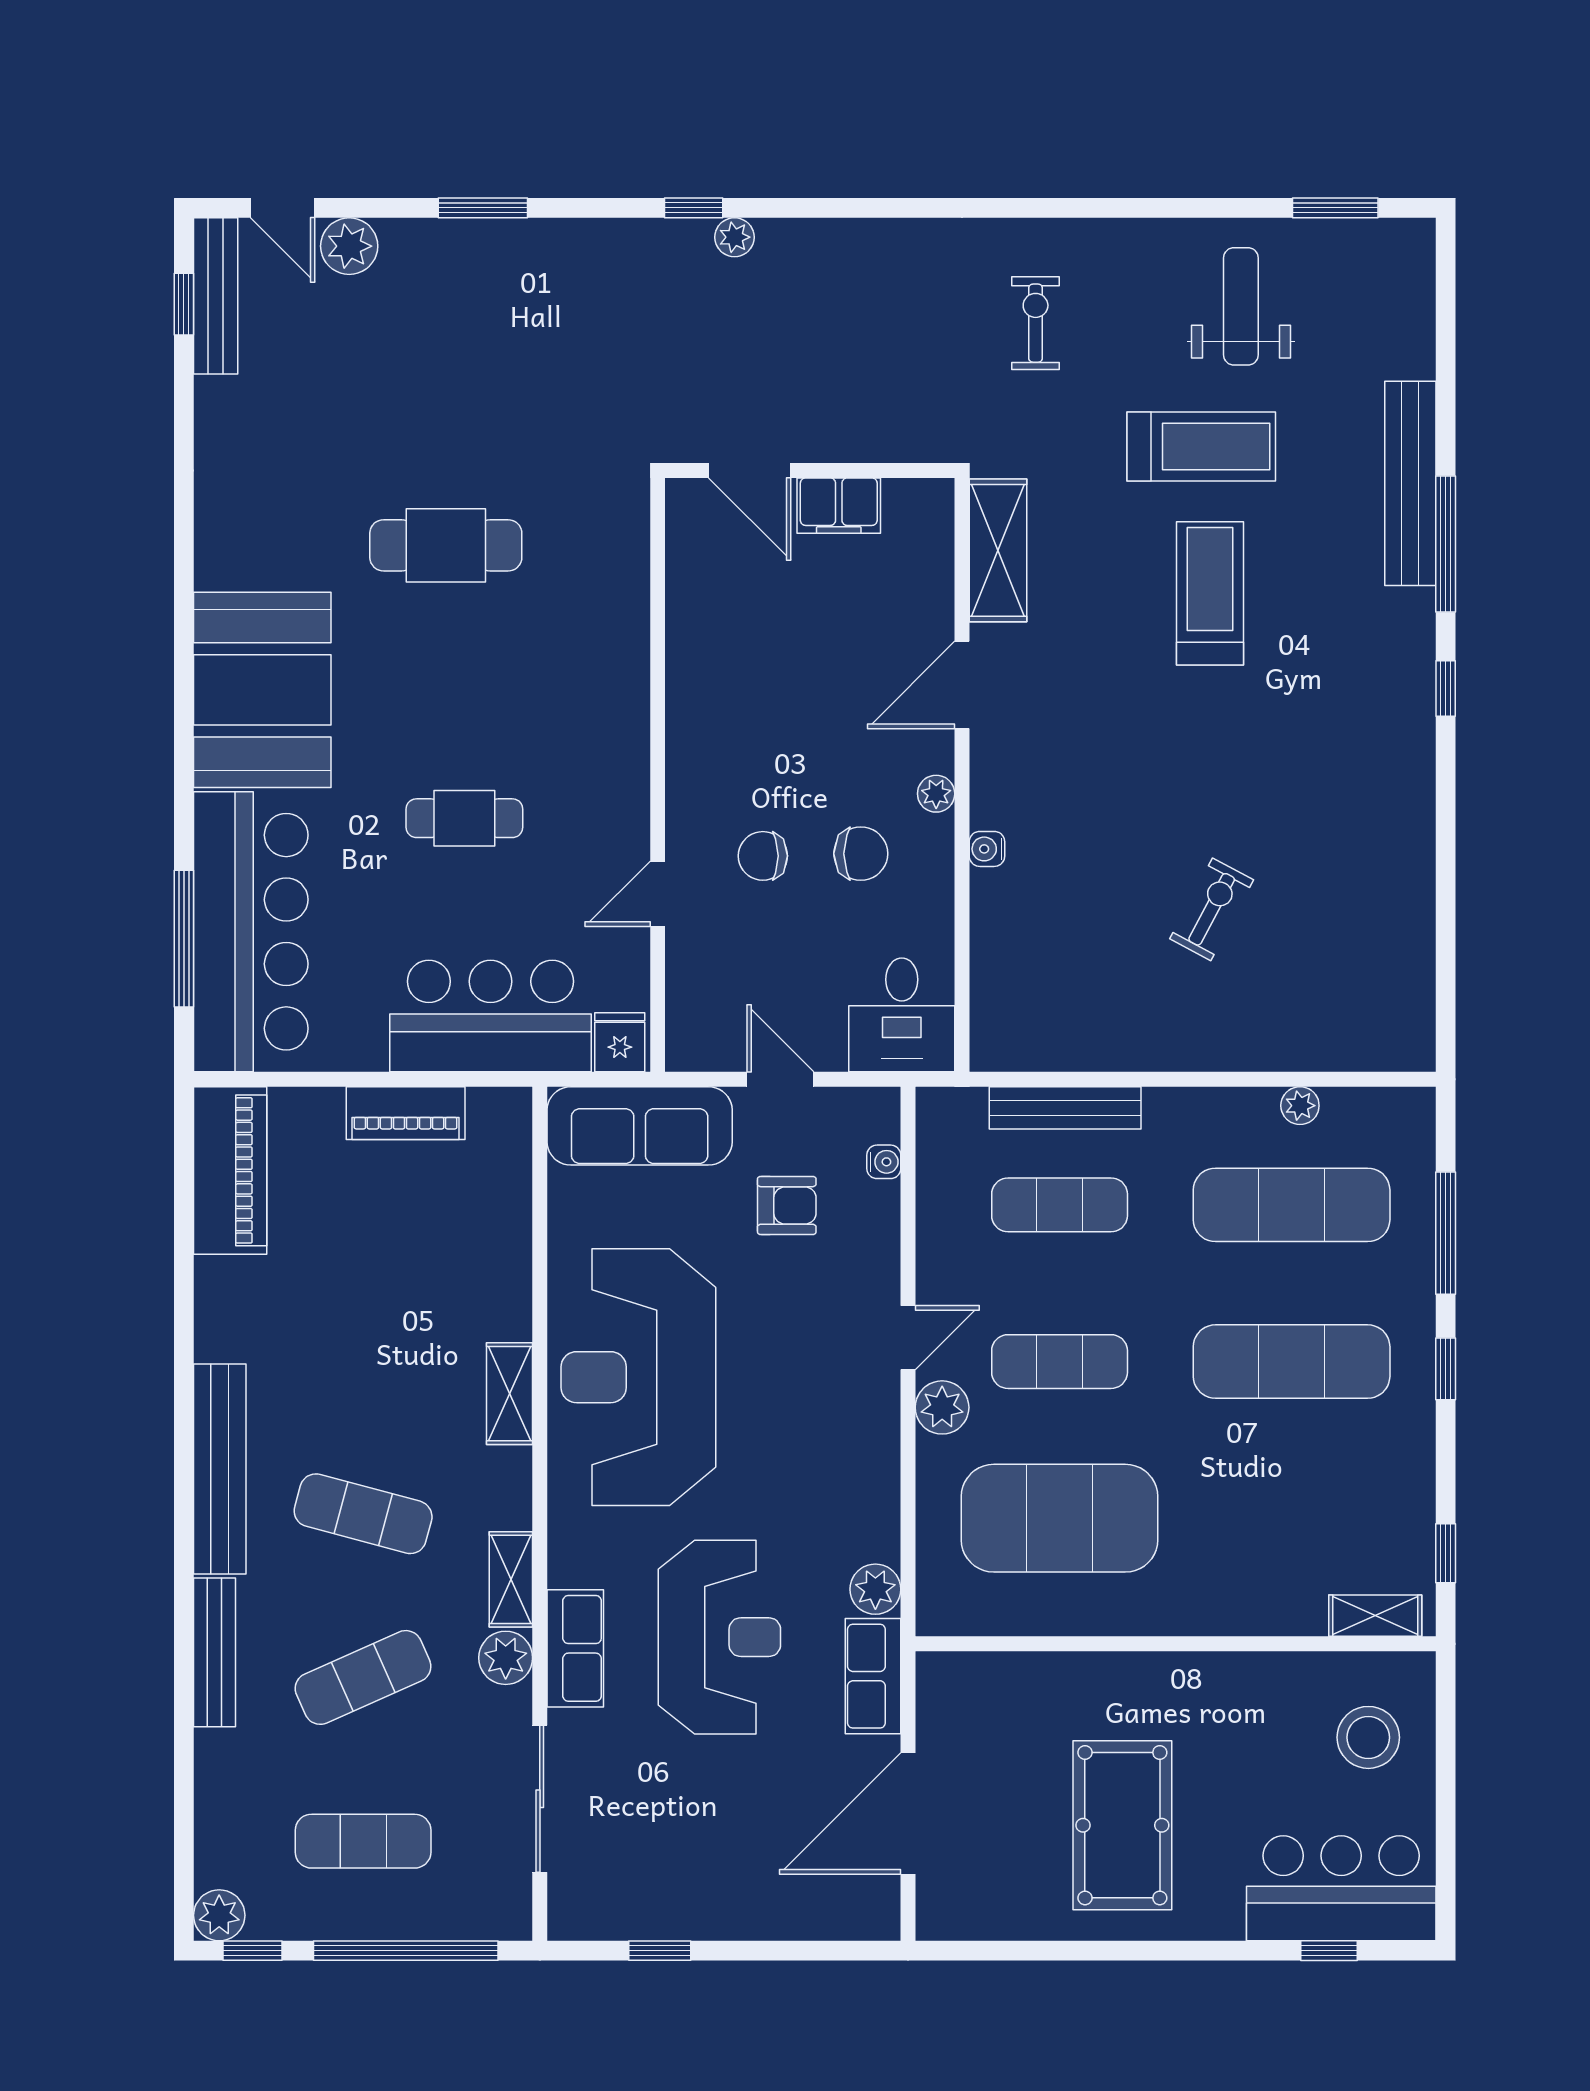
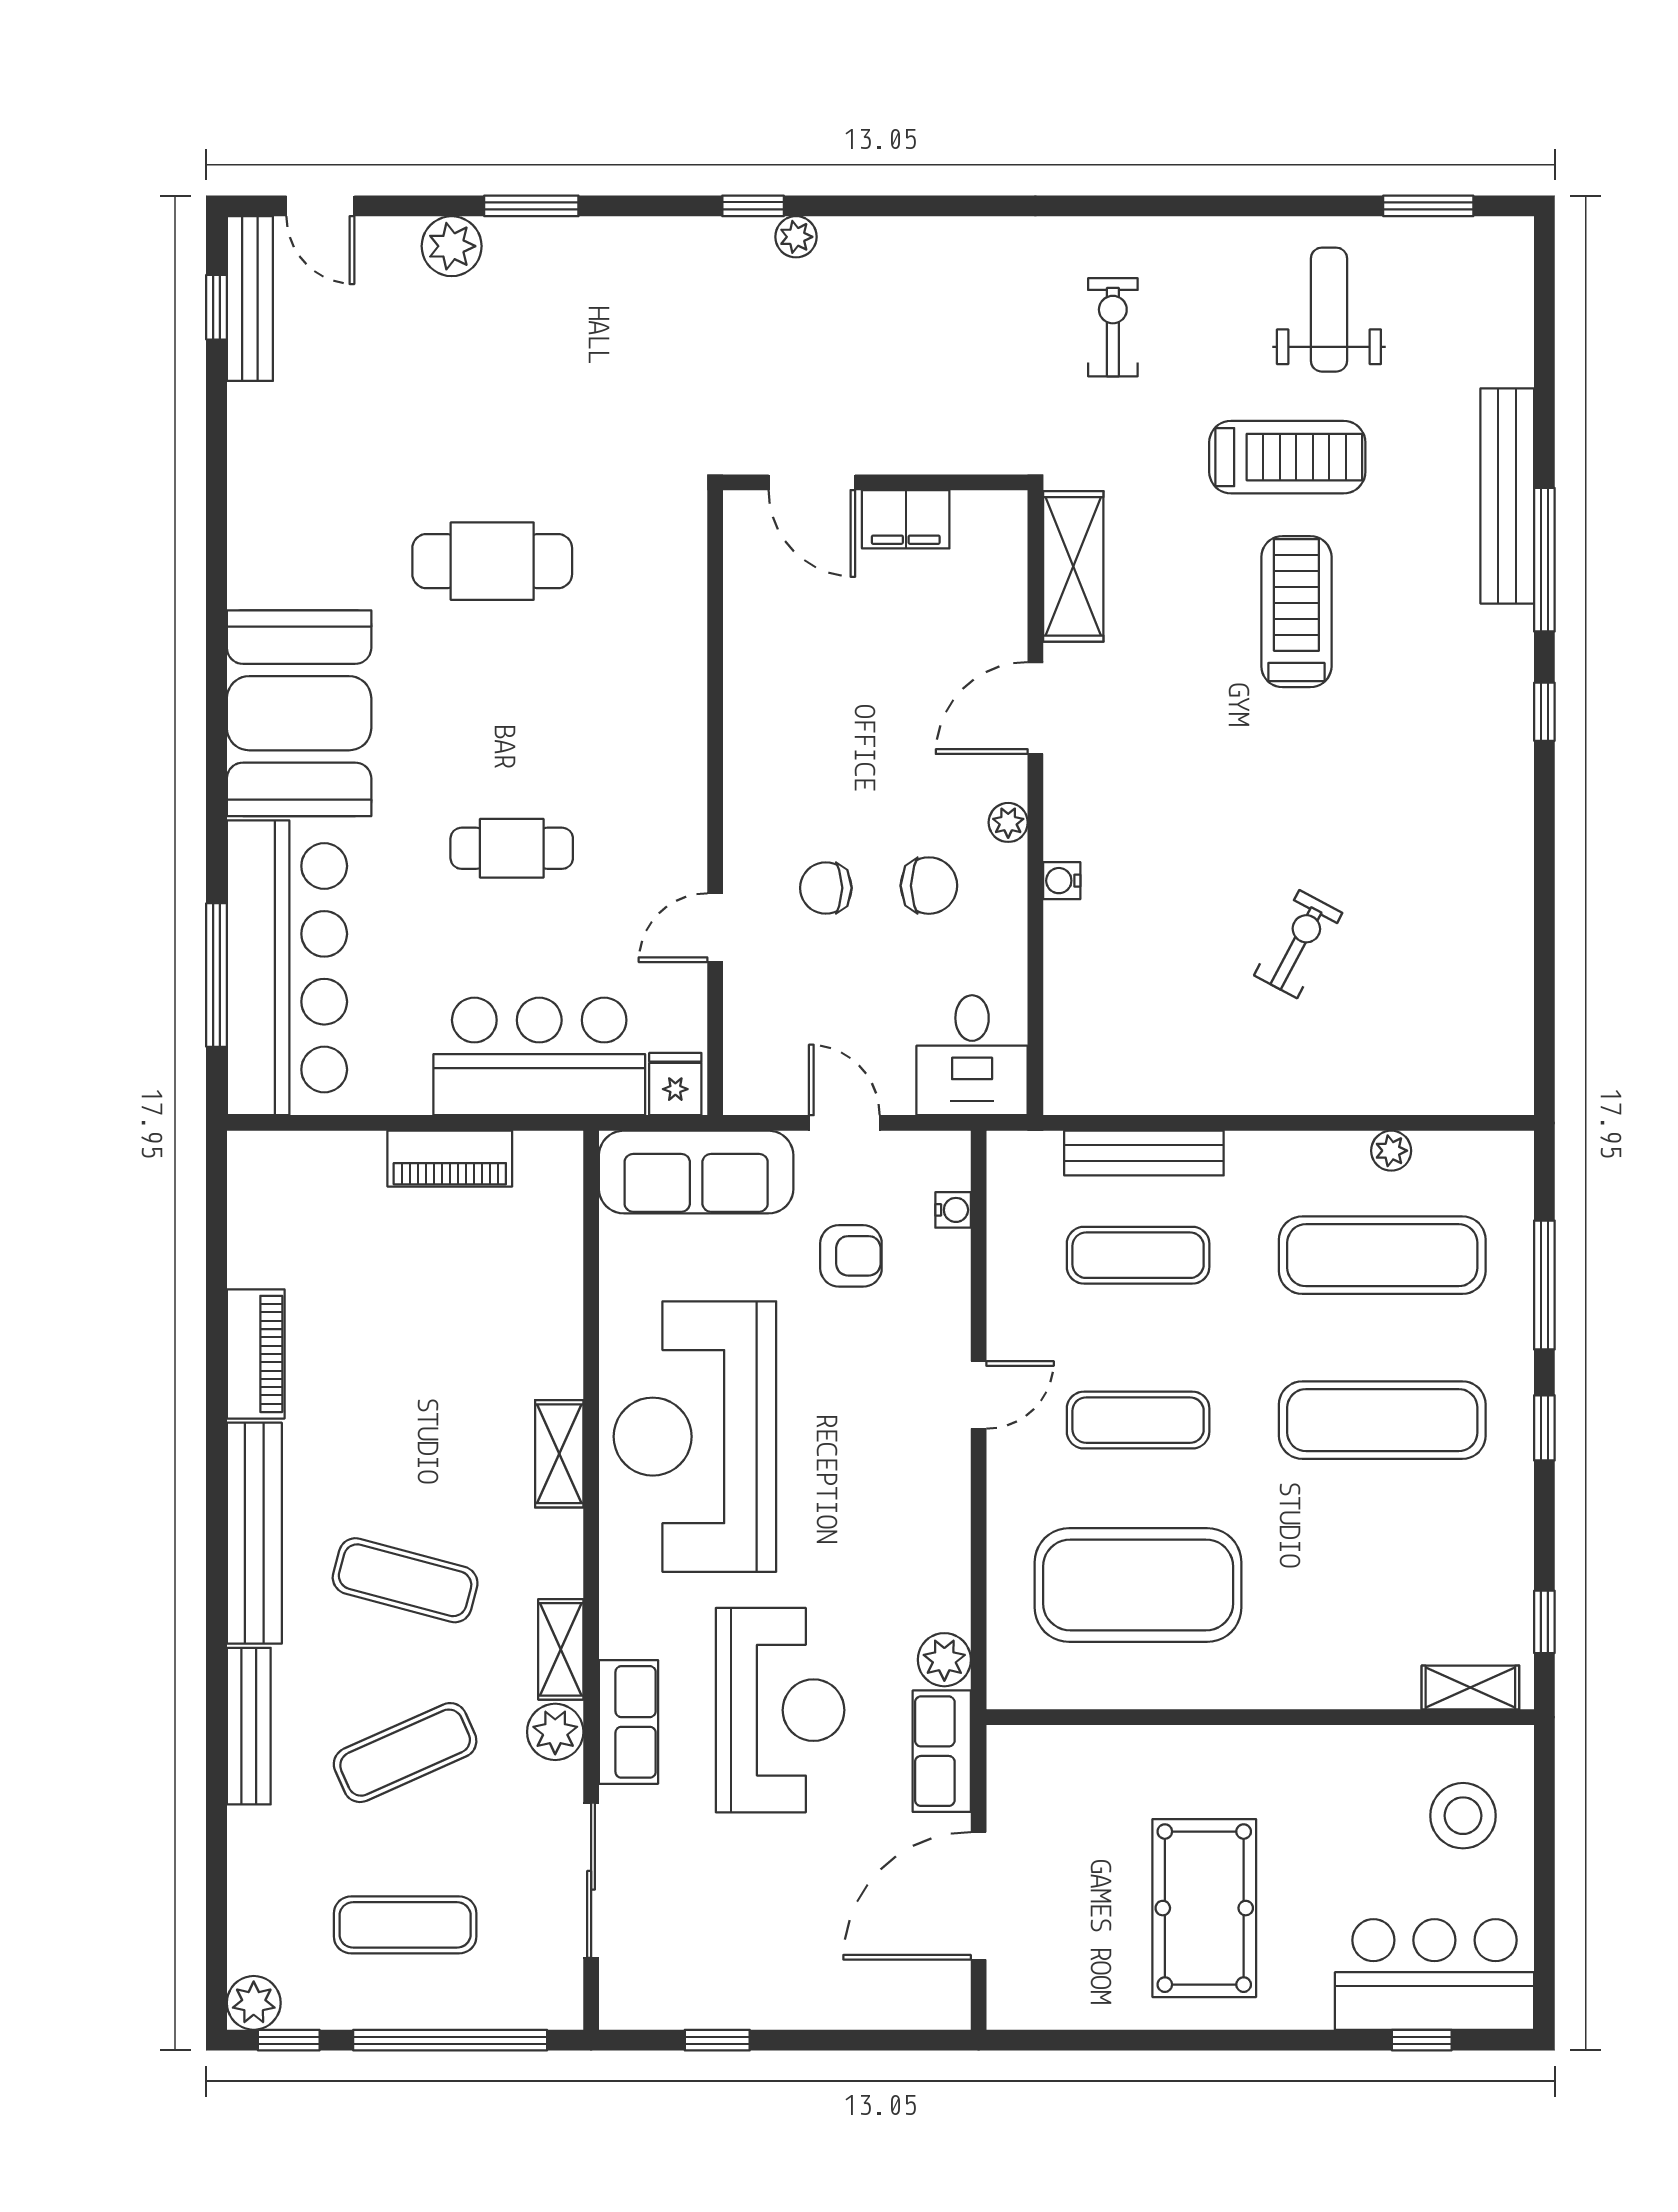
plant: (349, 246) -> (452, 246), moved
piano: (230, 1170) -> (256, 1354), moved, width x0.73, depth x0.75
plant: (942, 1407) -> (1014, 1468), removed

